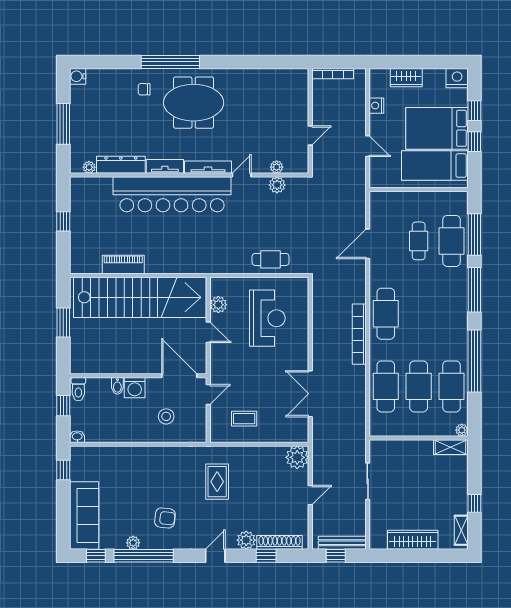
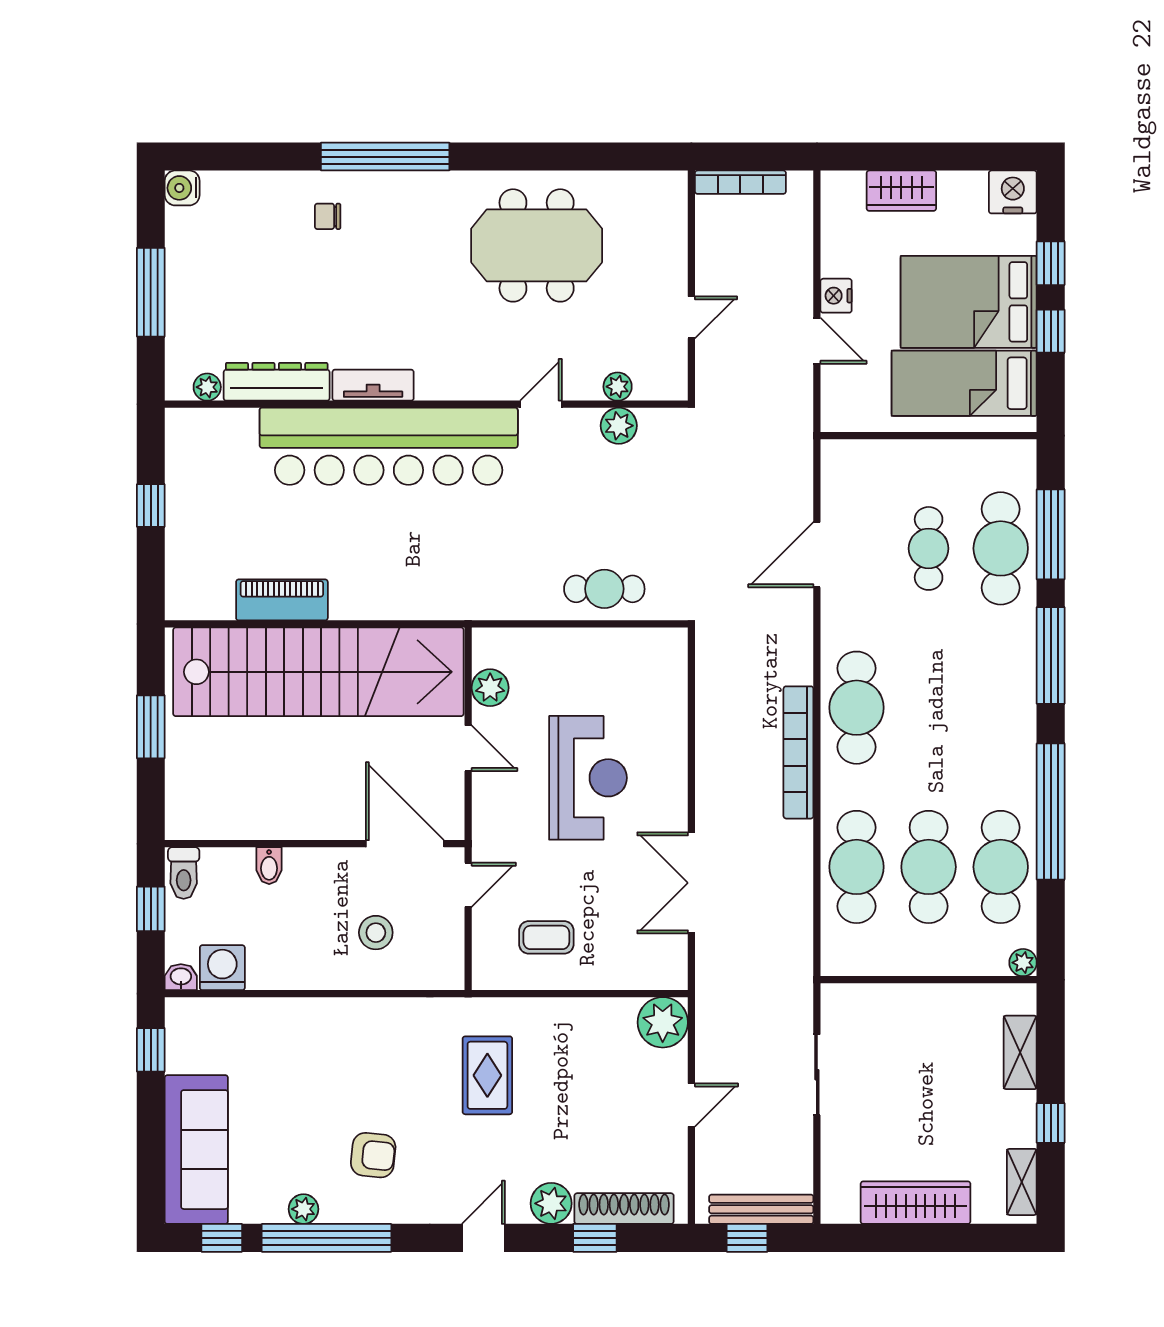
meeting table: (194, 103) -> (537, 245), moved
nightstand: (376, 106) -> (836, 296), moved
tv unit: (208, 167) -> (467, 387), removed
reception desk: (267, 318) -> (588, 778), moved
washing machine: (135, 388) -> (222, 968), moved, turned 180
shelving: (451, 447) -> (1020, 1052), moved, turned 90

